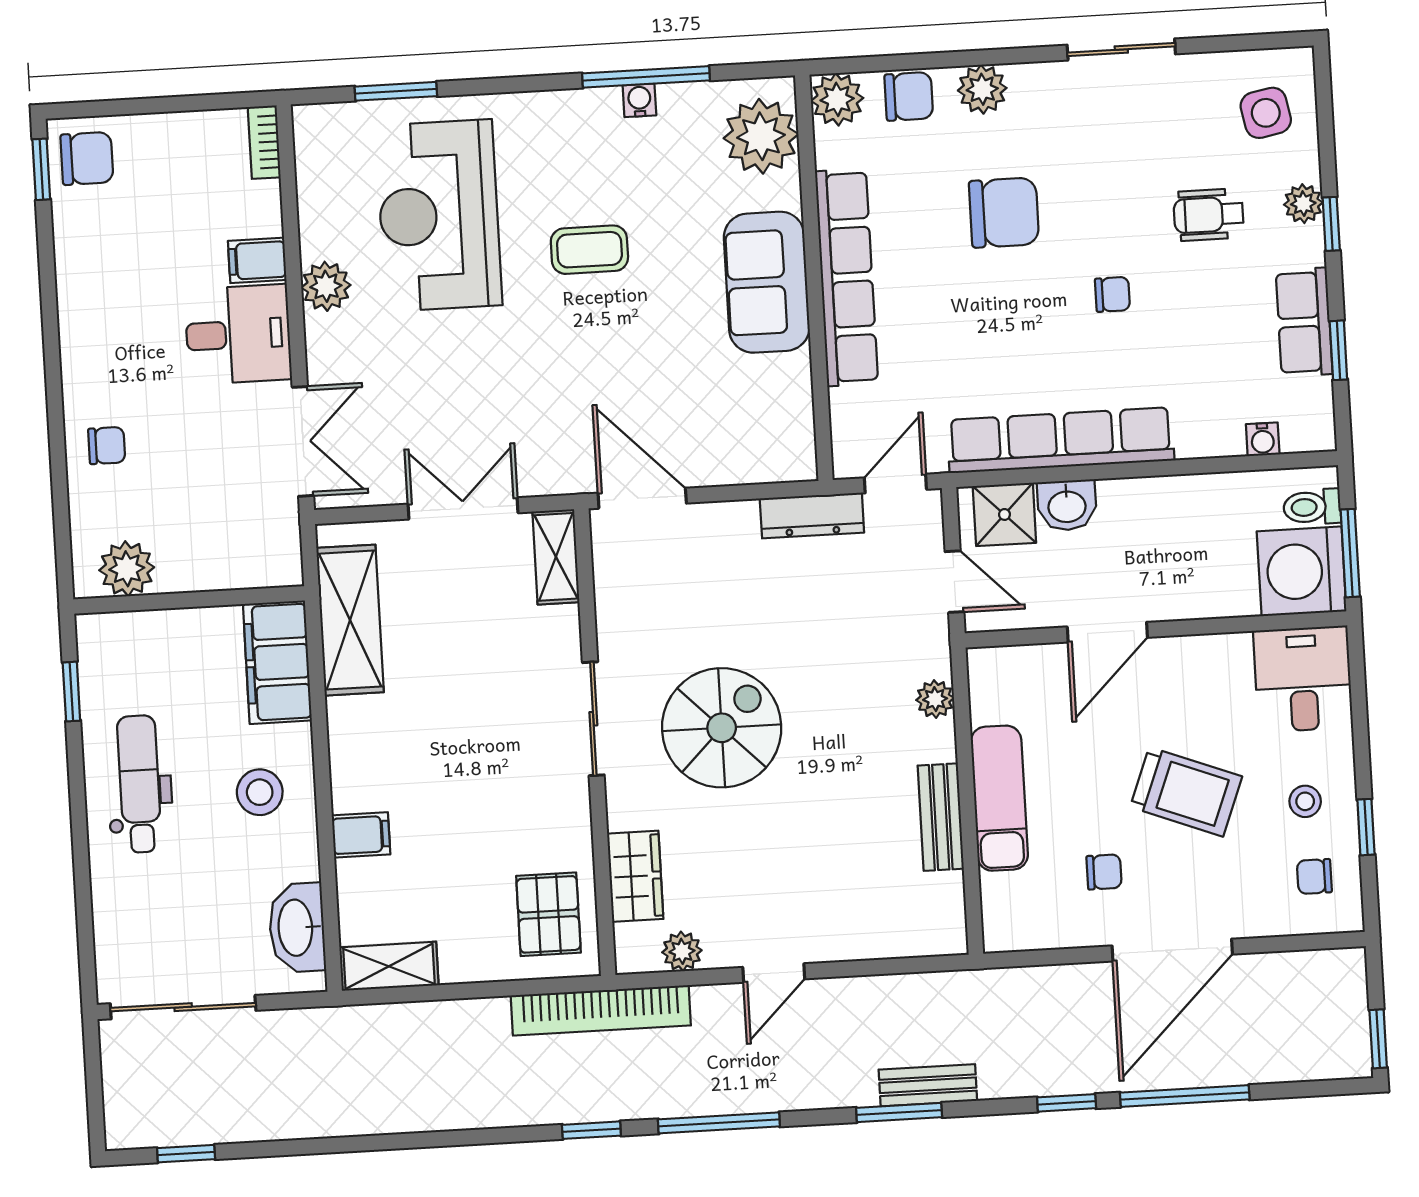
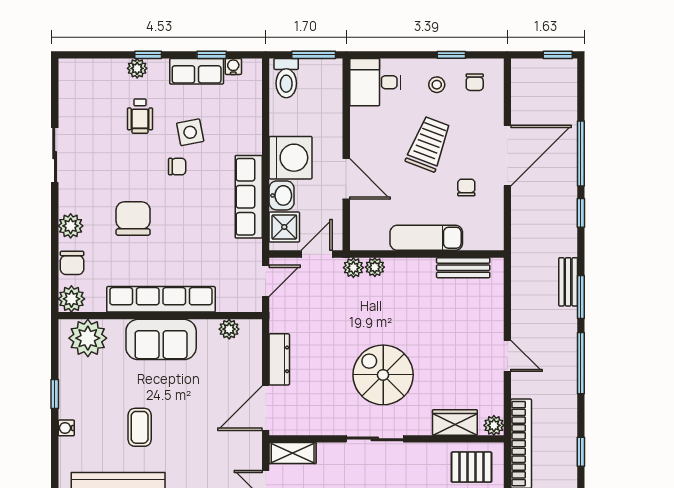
window: (646, 77) -> (55, 394), width x0.46
chair: (909, 96) -> (72, 263), turned 180
water cooler: (639, 100) -> (66, 428), moved
side table: (1266, 113) -> (190, 132), moved
chair: (1112, 294) -> (177, 167), turned 90
plant: (795, 416) -> (229, 329), added
water cooler: (1263, 439) -> (233, 66), moved, turned -90
row of seats: (1061, 440) -> (249, 197), width x0.73
door: (895, 484) -> (266, 281), swing flipped
toilet: (1312, 507) -> (286, 78), width x1.37, depth x1.39
dresser: (812, 515) -> (279, 359), moved
washing machine: (1302, 571) -> (291, 158), moved, turned -90
plant: (932, 656) -> (353, 268), added
bench: (941, 817) -> (463, 268), moved
door: (1172, 950) -> (507, 156), hinge flipped
plant: (682, 951) -> (494, 425), moved
window: (719, 1123) -> (581, 363), moved

